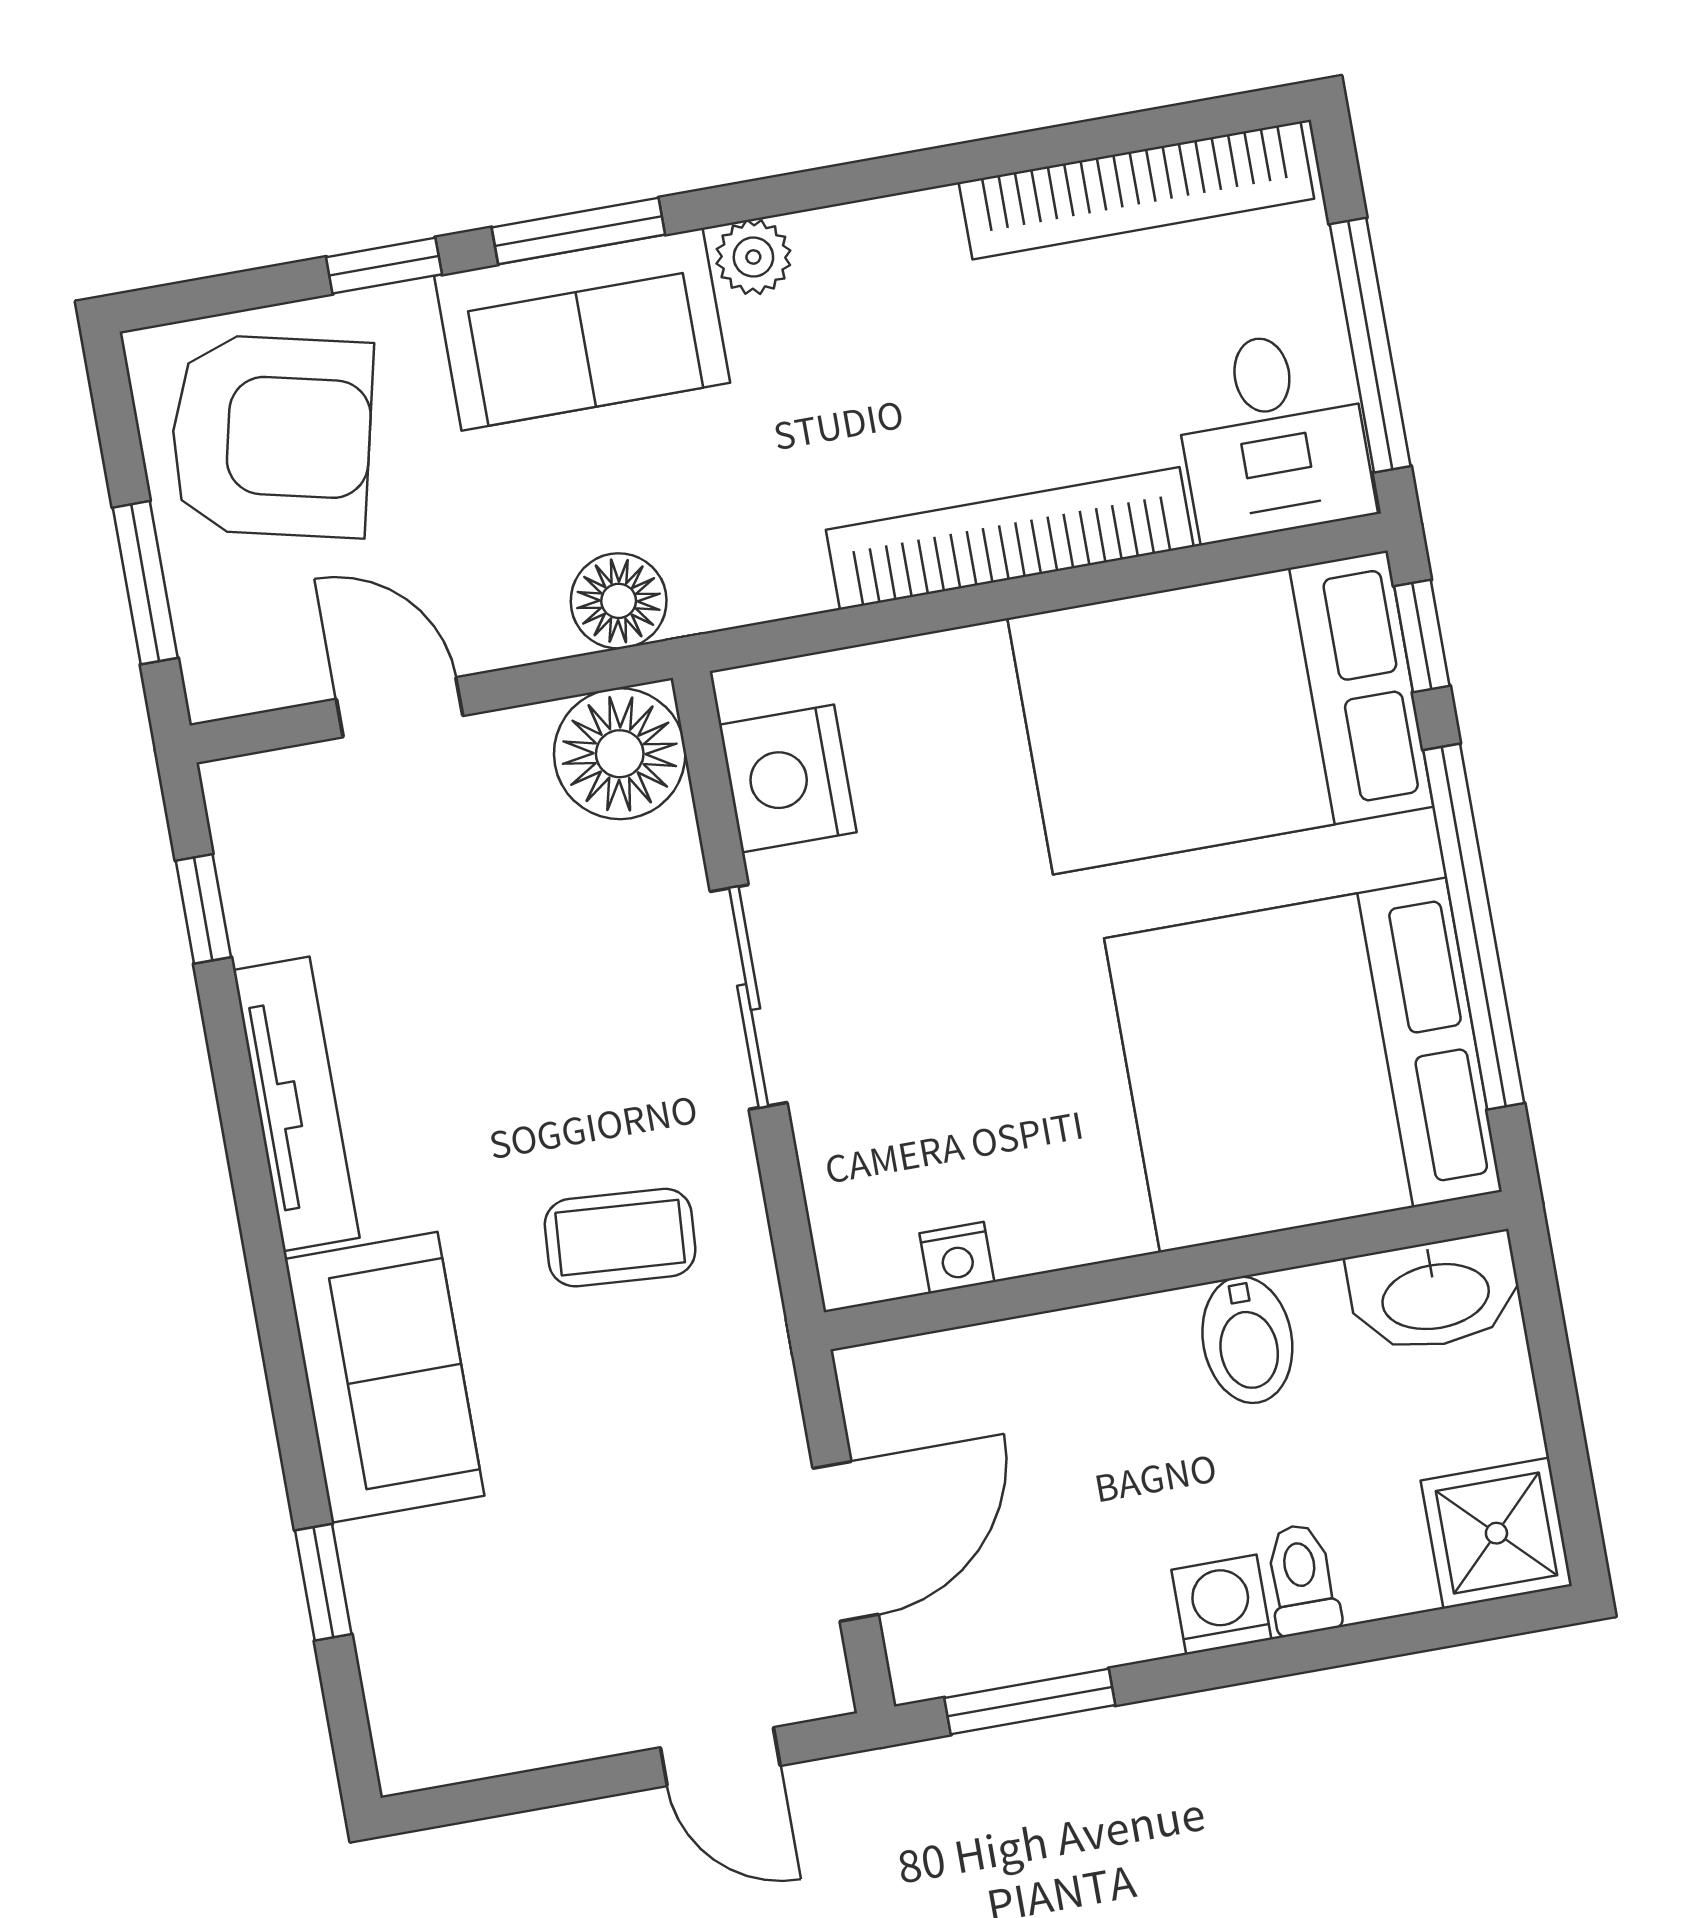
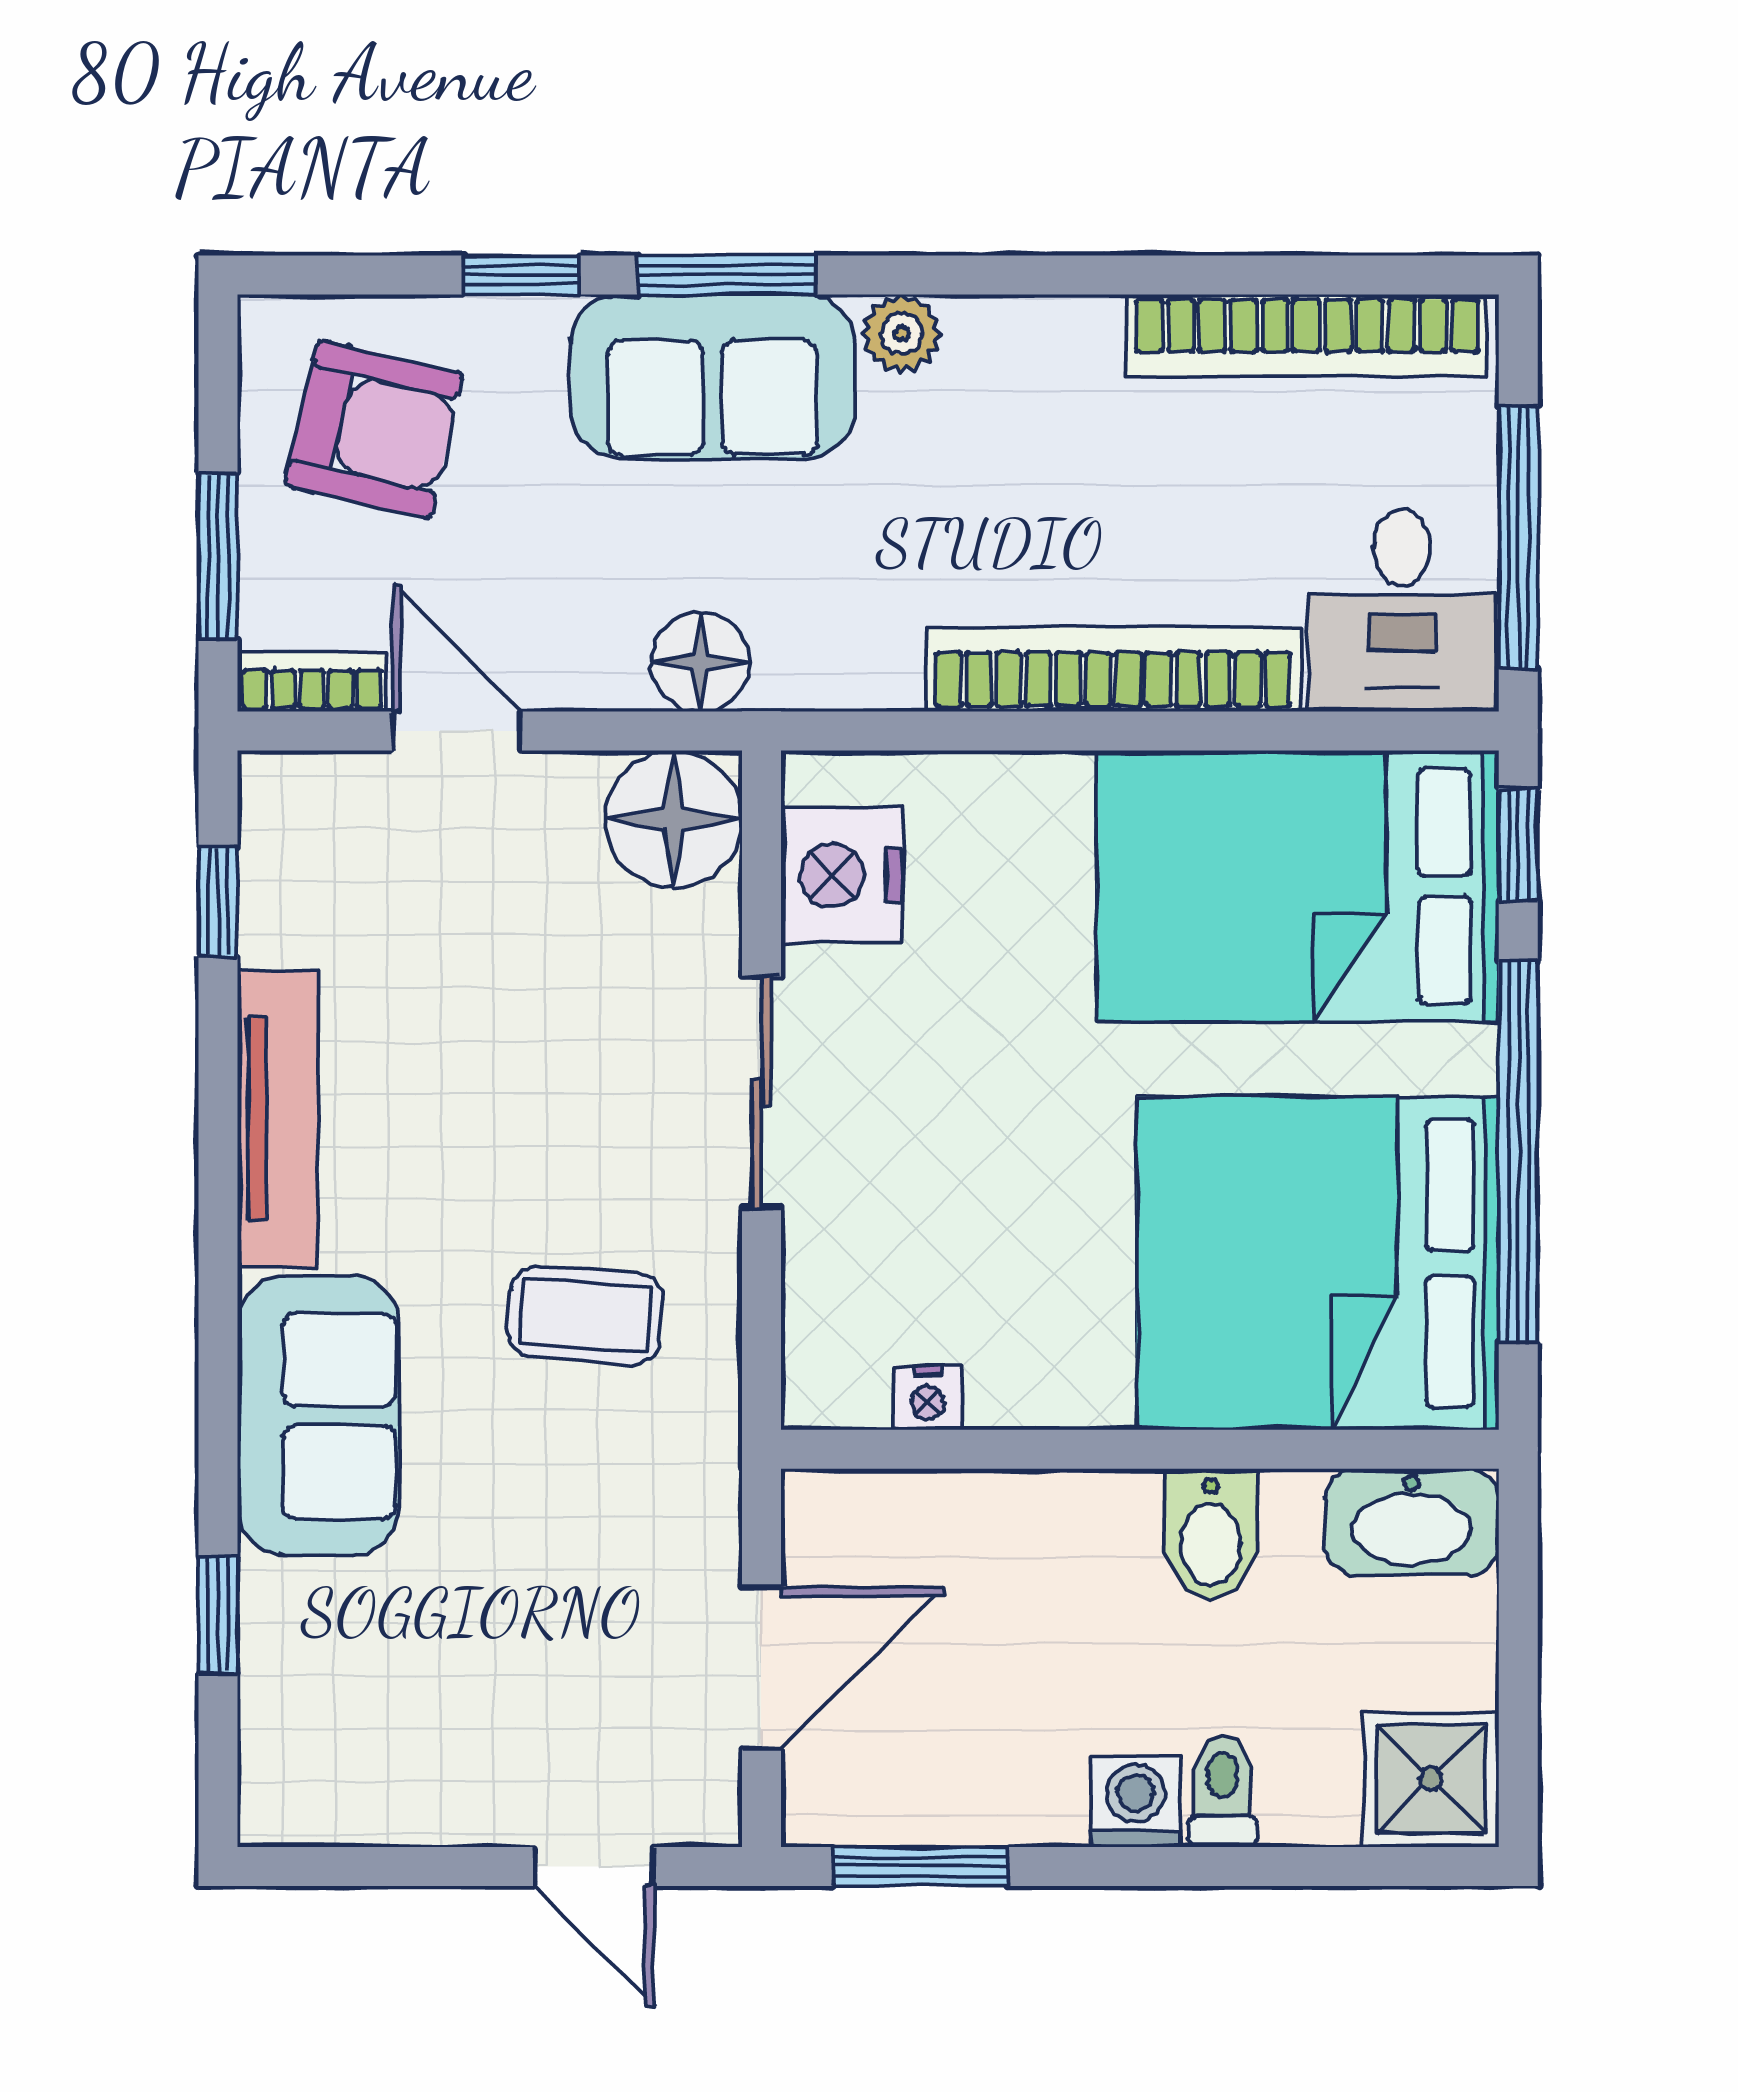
armchair: (271, 436) -> (374, 429), width x0.73, depth x0.73
bookcase: (255, 685) -> (312, 682), added

